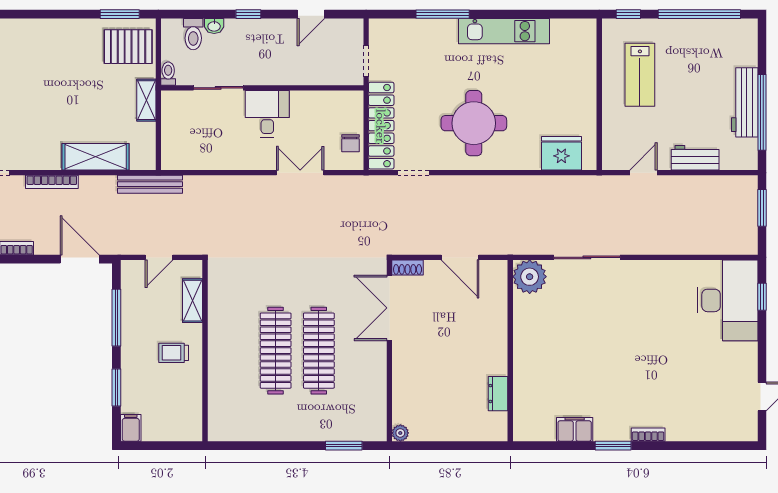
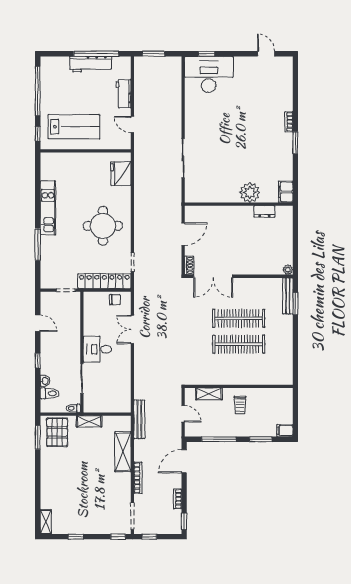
lab bench: (640, 75) -> (74, 127), width x1.36, depth x1.39
plant: (530, 277) -> (250, 193), moved
filing cabinet: (575, 429) -> (286, 192), moved
bench: (357, 433) -> (288, 296), added

